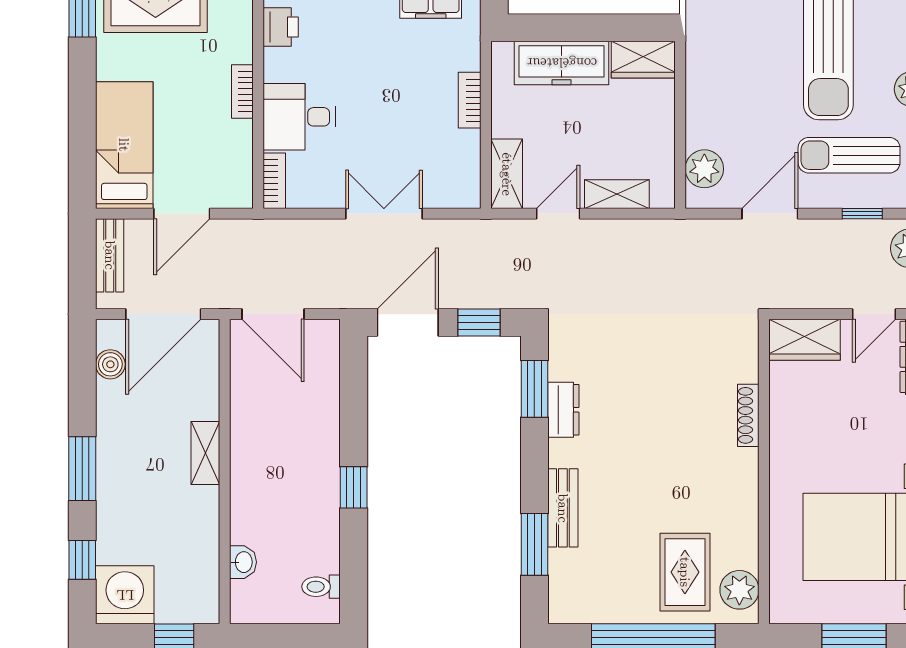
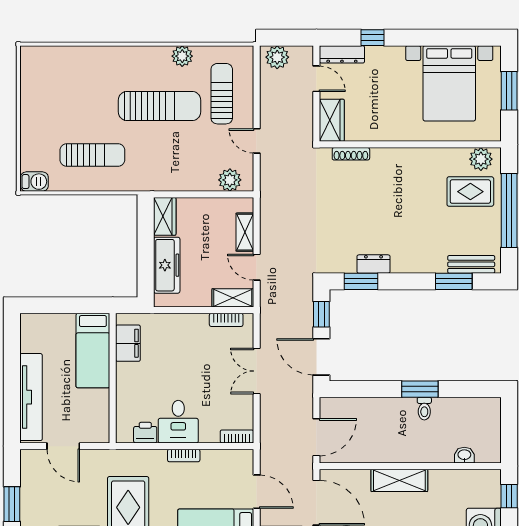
bookcase: (470, 100) -> (226, 320), moved
desk: (299, 117) -> (178, 422), moved
sun lounger: (849, 155) -> (222, 94), turned 180
door: (770, 214) -> (257, 141), width x0.73
window: (862, 214) -> (257, 86), removed
shoe rack: (748, 415) -> (351, 154), moved
shelving: (205, 453) -> (399, 480), width x1.50, depth x1.33
window: (354, 487) -> (420, 389), width x1.50
bench: (563, 508) -> (471, 264), moved
toilet: (321, 587) -> (424, 409), moved

